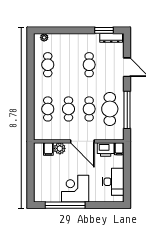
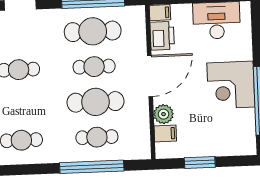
window: (31, 105) -> (92, 167), added
cafe table: (68, 109) -> (95, 102), width x1.37, depth x1.35
window: (31, 169) -> (200, 162), added

